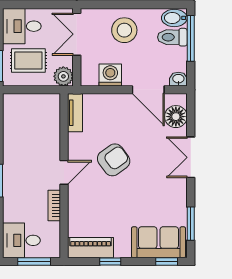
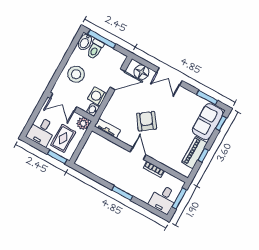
washbasin: (178, 79) -> (93, 110), moved
piano: (91, 248) -> (194, 152), moved

